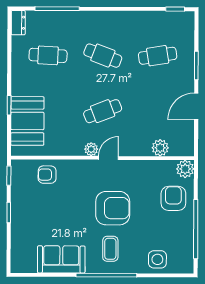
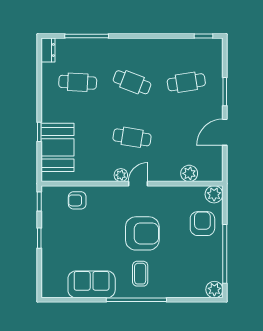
cafe table: (103, 111) -> (132, 137), turned 30
side table: (157, 259) -> (187, 284), removed
plant: (185, 265) -> (214, 290), added

